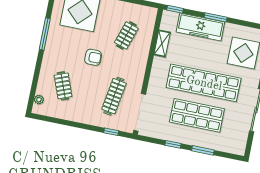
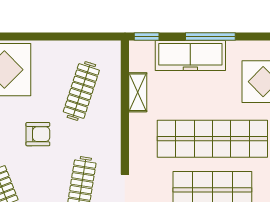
window: (216, 17) -> (210, 37), width x1.44
clothes rail: (126, 35) -> (81, 91), width x1.36

